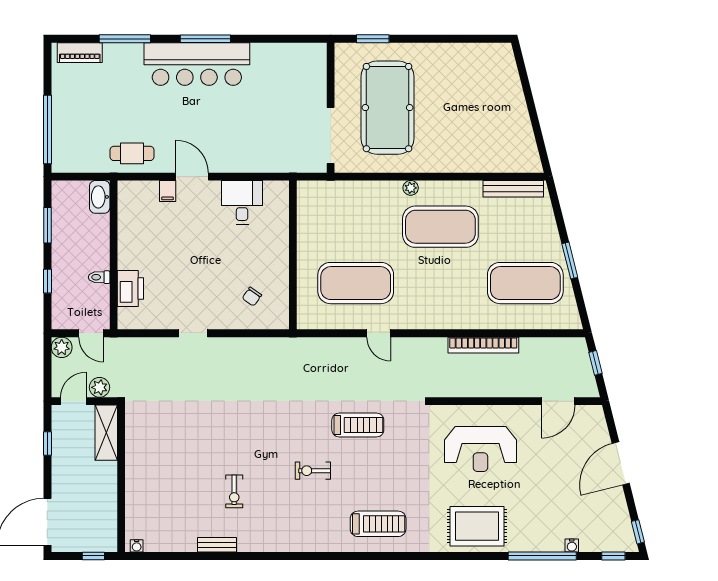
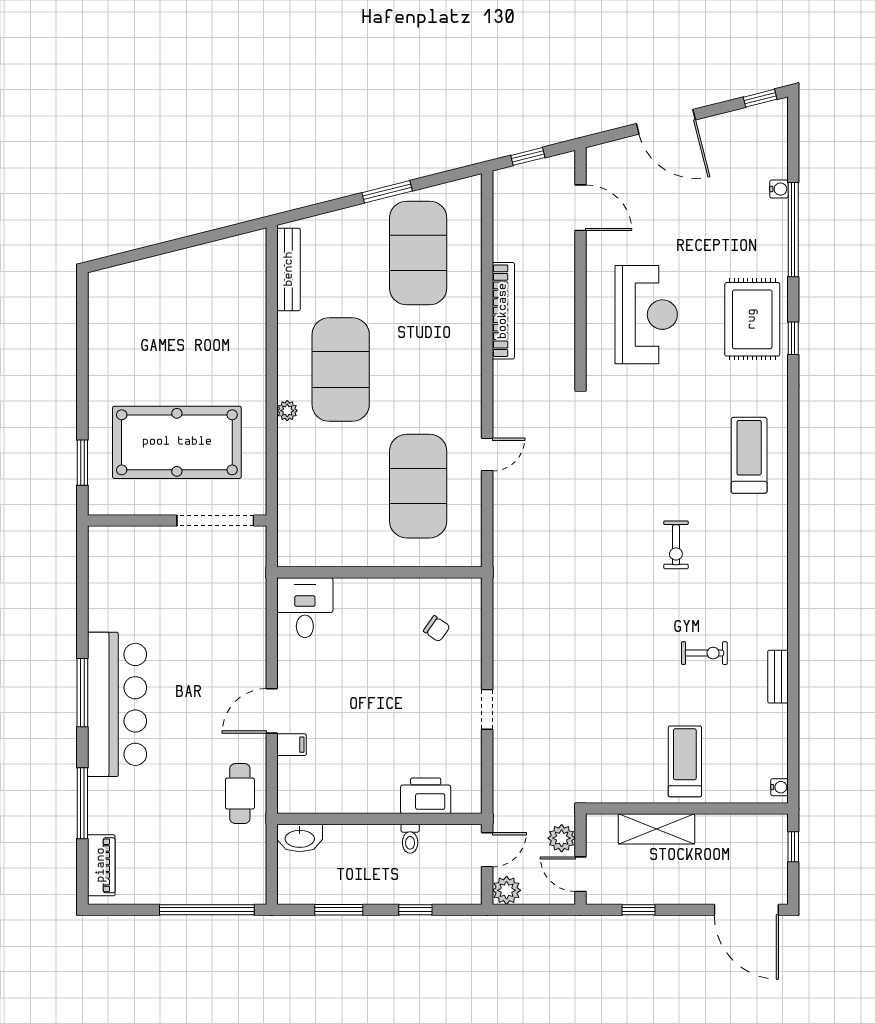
desk: (242, 202) -> (305, 608), moved, turned 90
treadmill: (358, 425) -> (685, 761), moved
shelving: (106, 433) -> (657, 829), moved
window: (613, 556) -> (793, 338), moved

